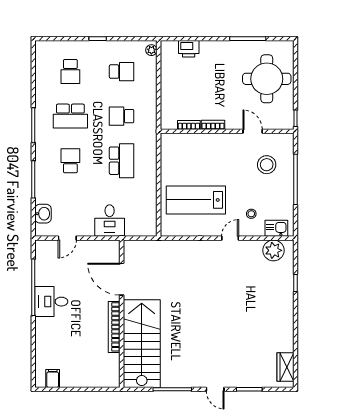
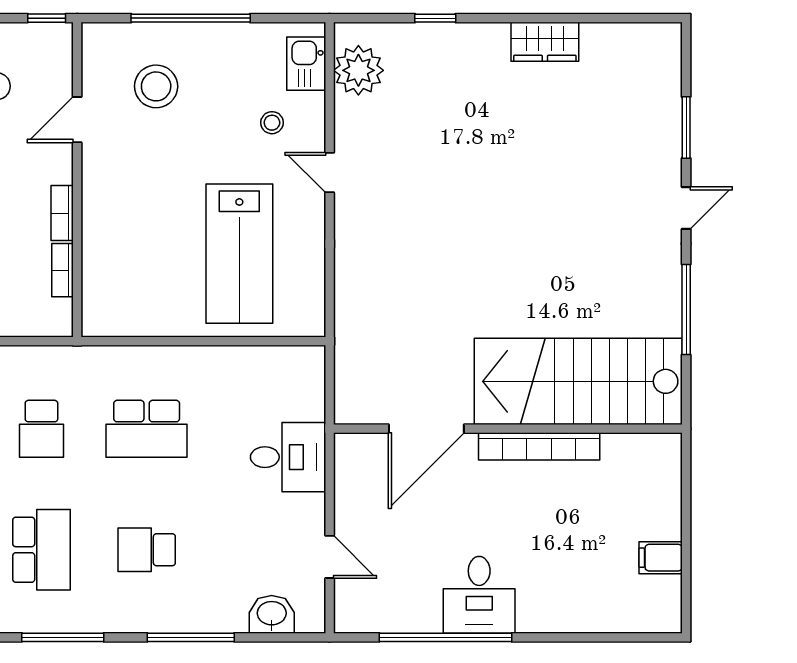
school desk: (122, 161) -> (147, 429), turned 180
wardrobe: (286, 367) -> (545, 42), moved
filing cabinet: (53, 378) -> (661, 558), moved

